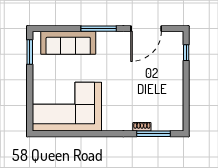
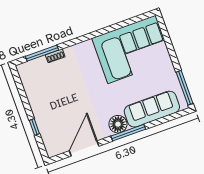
floor lamp: (106, 40) -> (118, 124), added
window: (30, 52) -> (185, 88), width x1.44
window: (186, 53) -> (34, 127), moved

